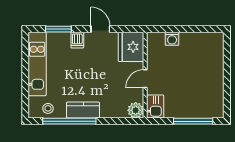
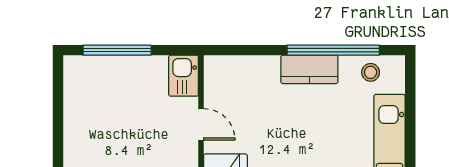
door: (145, 79) -> (201, 124), hinge flipped
plant: (136, 110) -> (217, 69), removed

